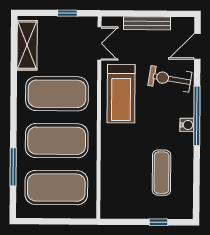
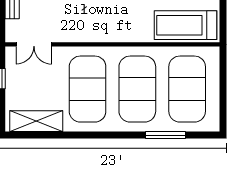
double door: (99, 43) -> (34, 44), swing flipped
treadmill: (121, 94) -> (186, 25), moved, turned 180

